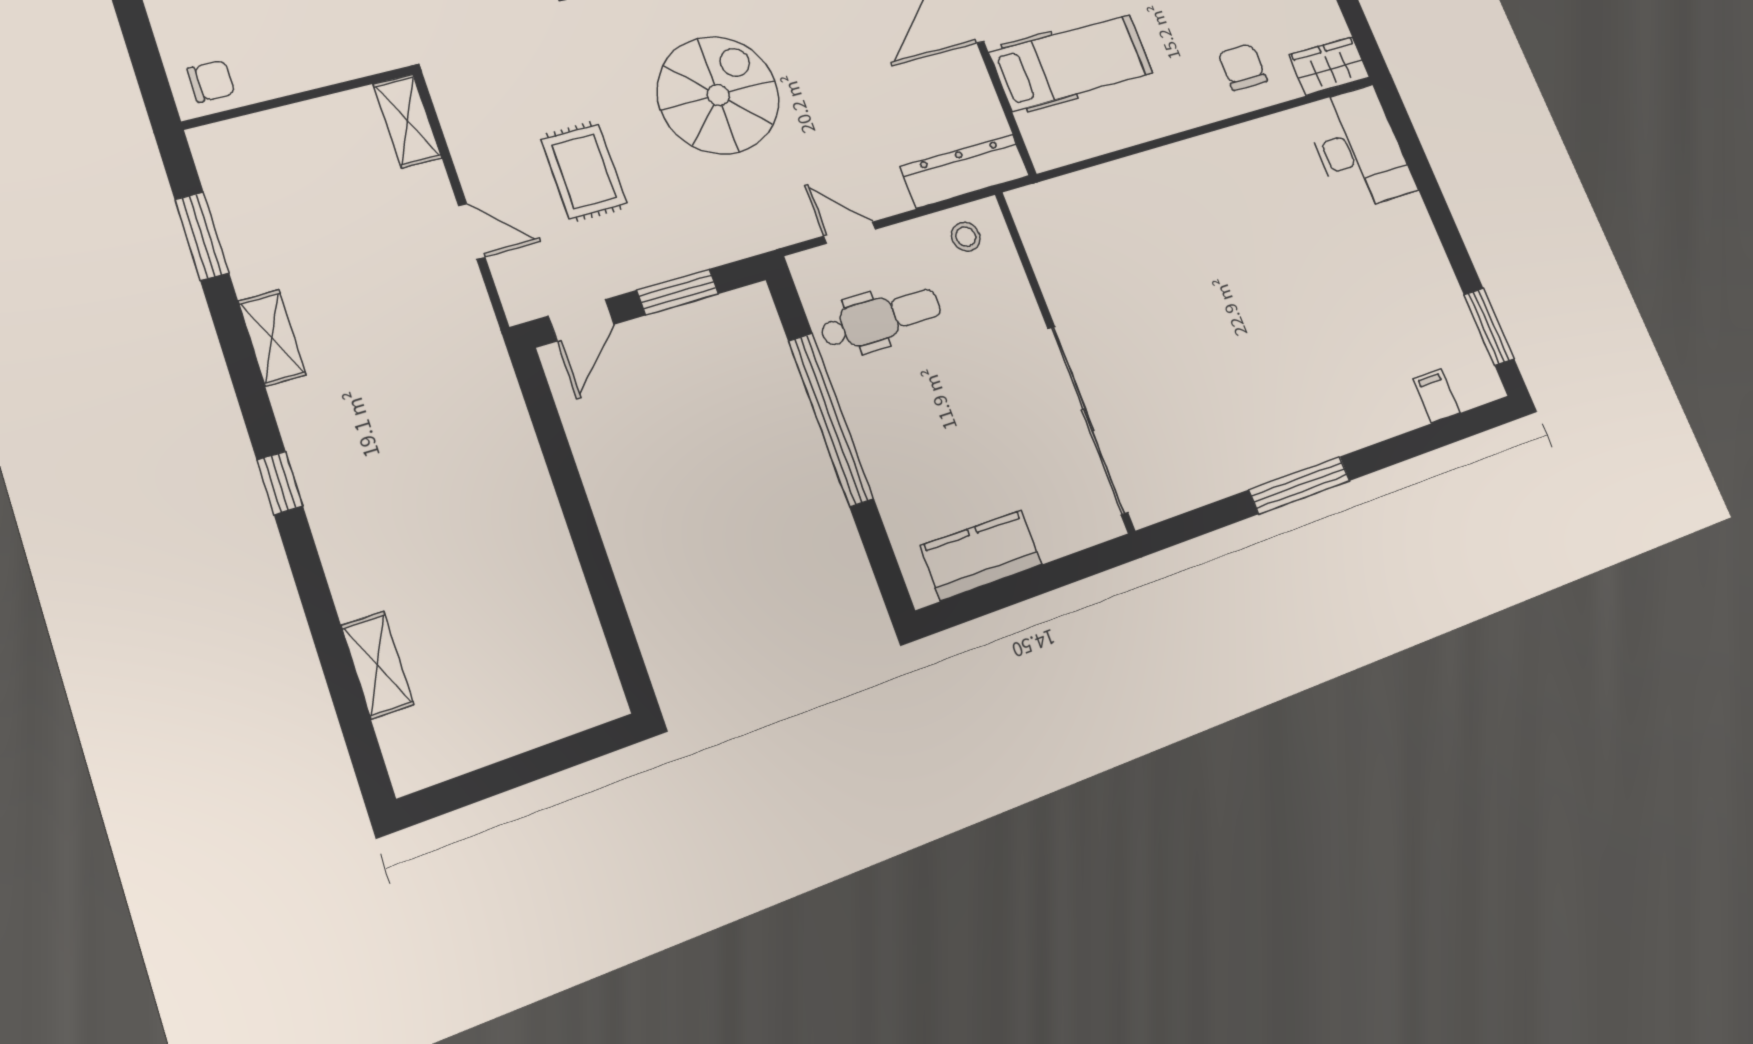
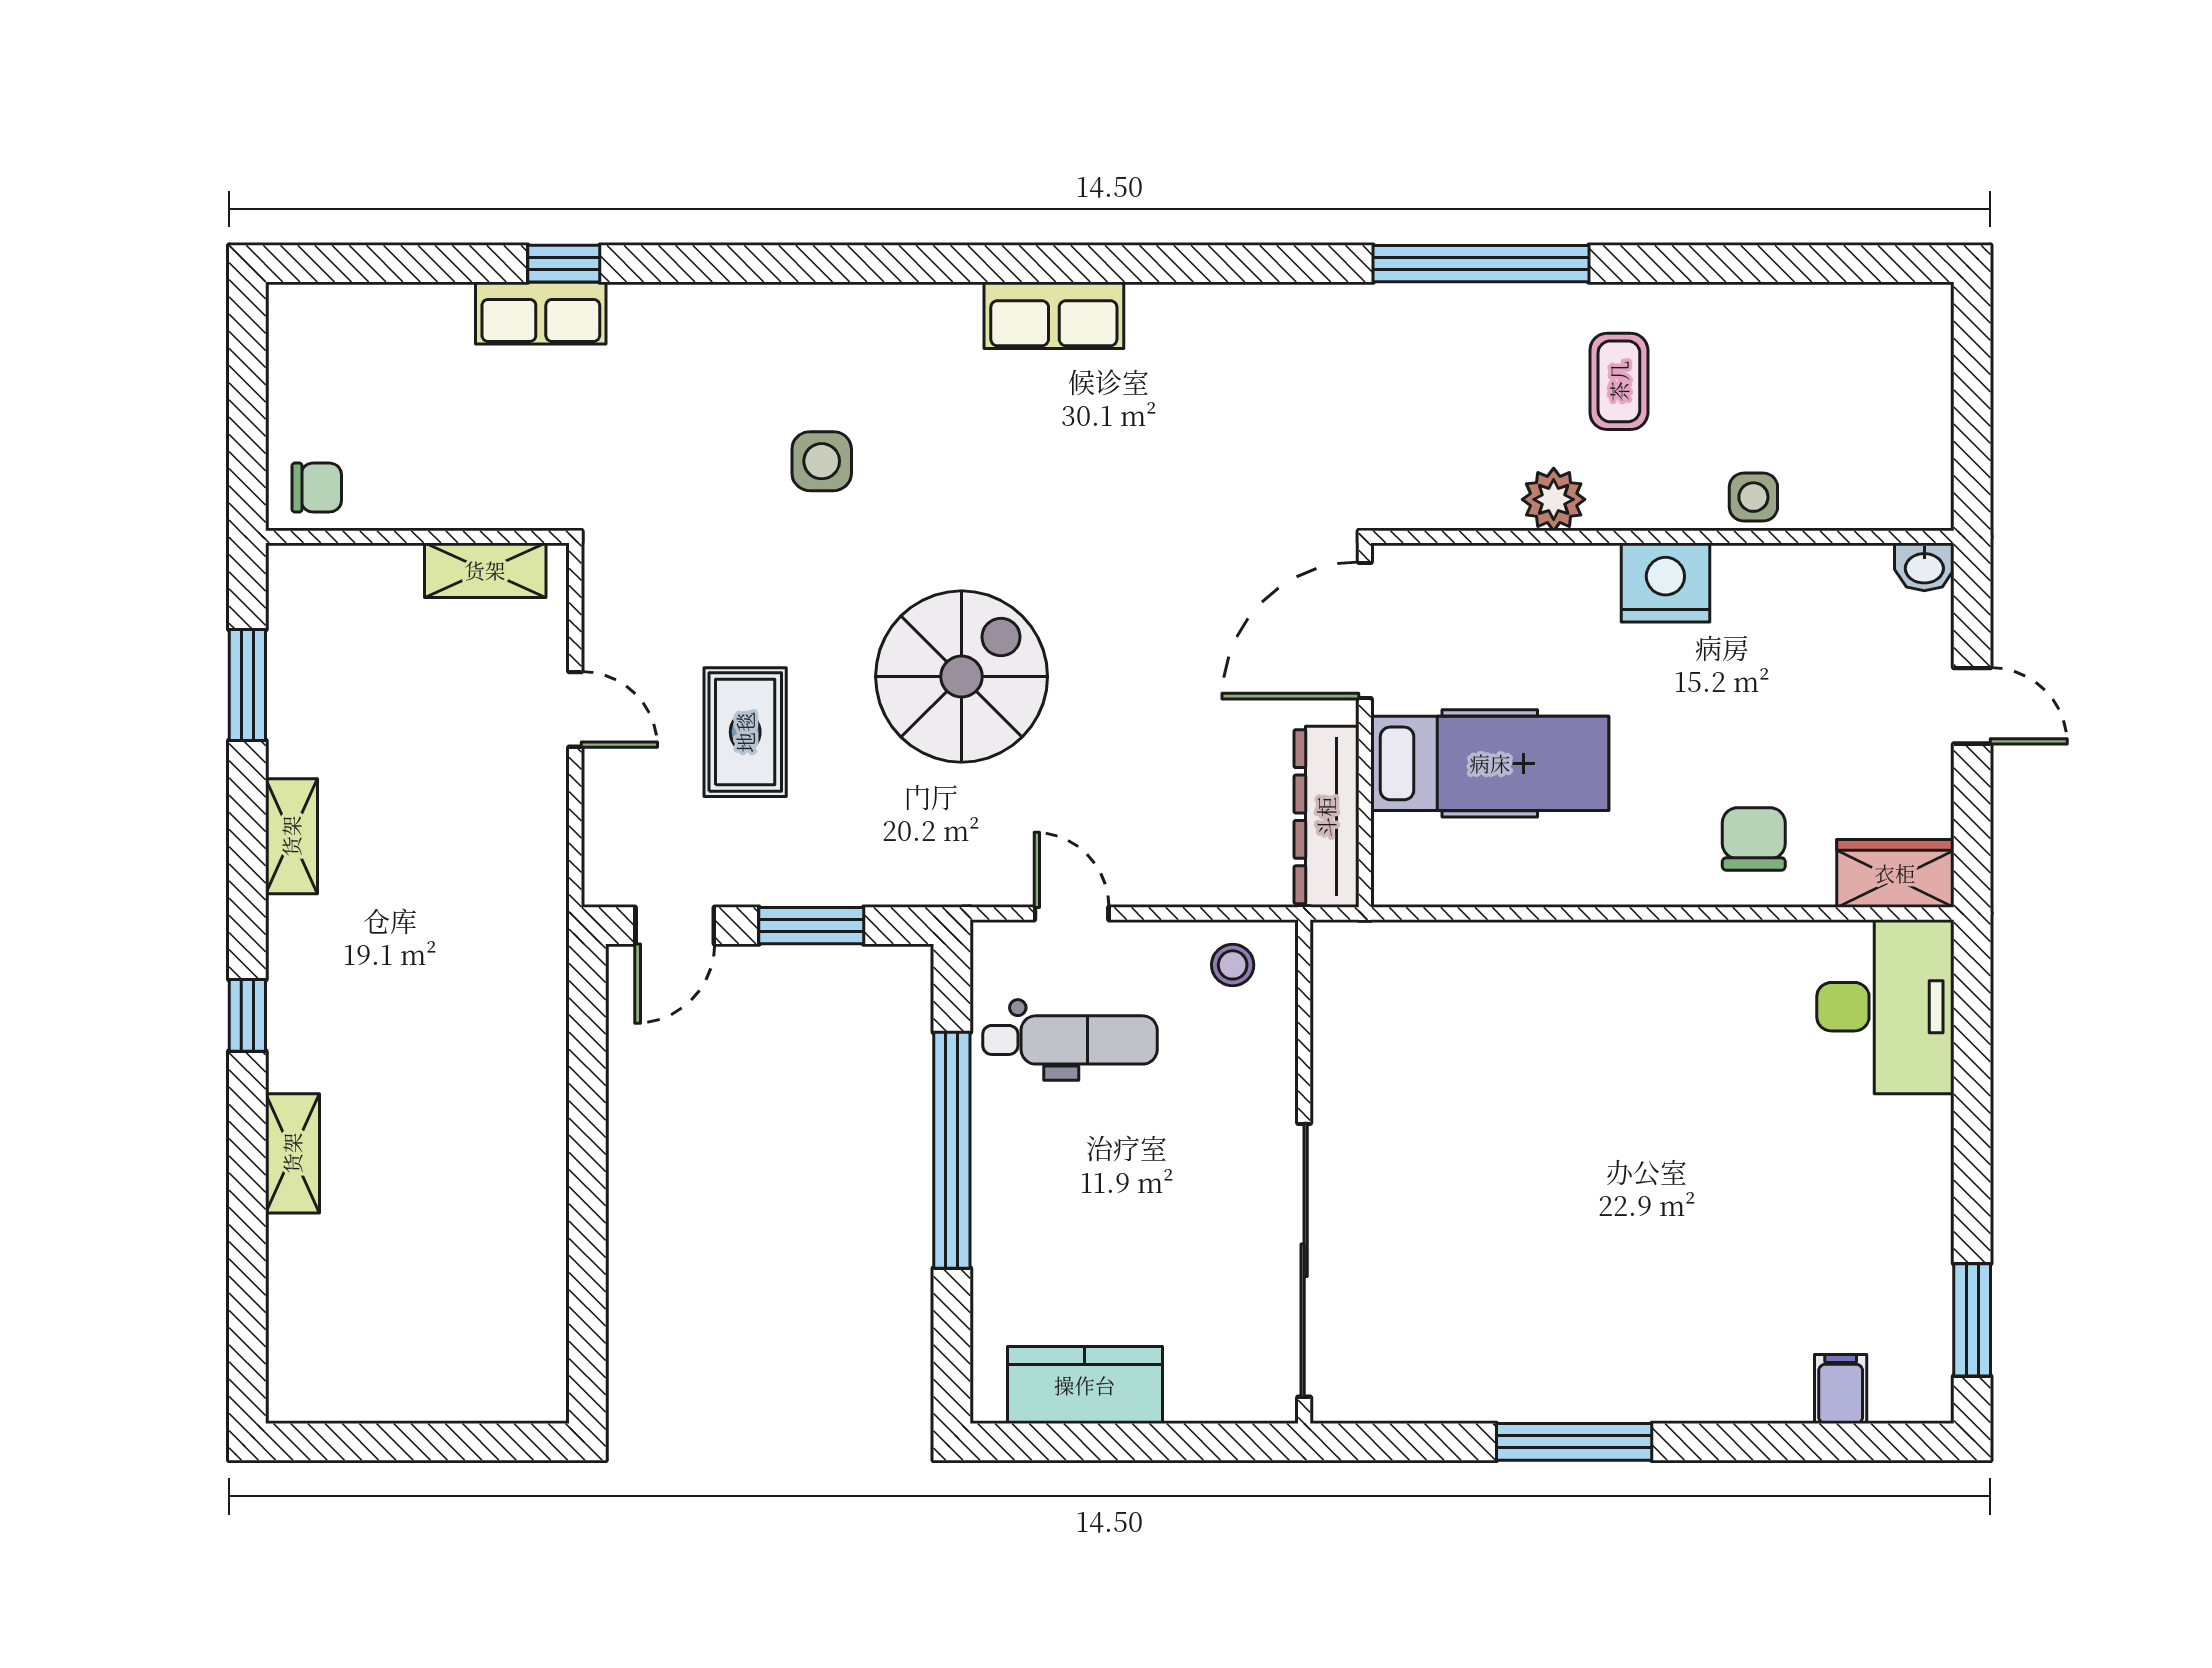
shelving: (407, 121) -> (485, 570), moved, turned 90
dresser: (965, 171) -> (1326, 817), moved, turned -90
door: (472, 231) -> (575, 709), moved
shelving: (377, 665) -> (292, 1153), moved

